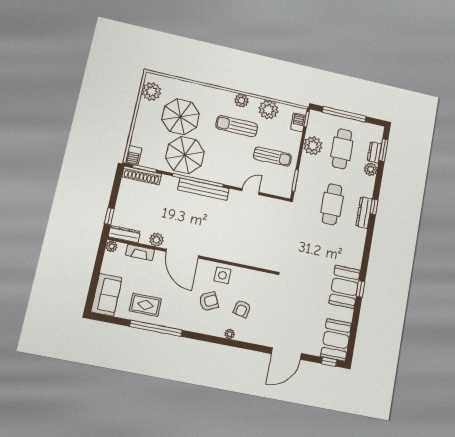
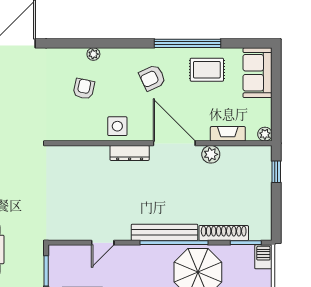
shoe rack: (142, 175) -> (224, 233), moved
dresser: (124, 234) -> (130, 153), moved
armchair: (209, 301) -> (152, 78), moved

